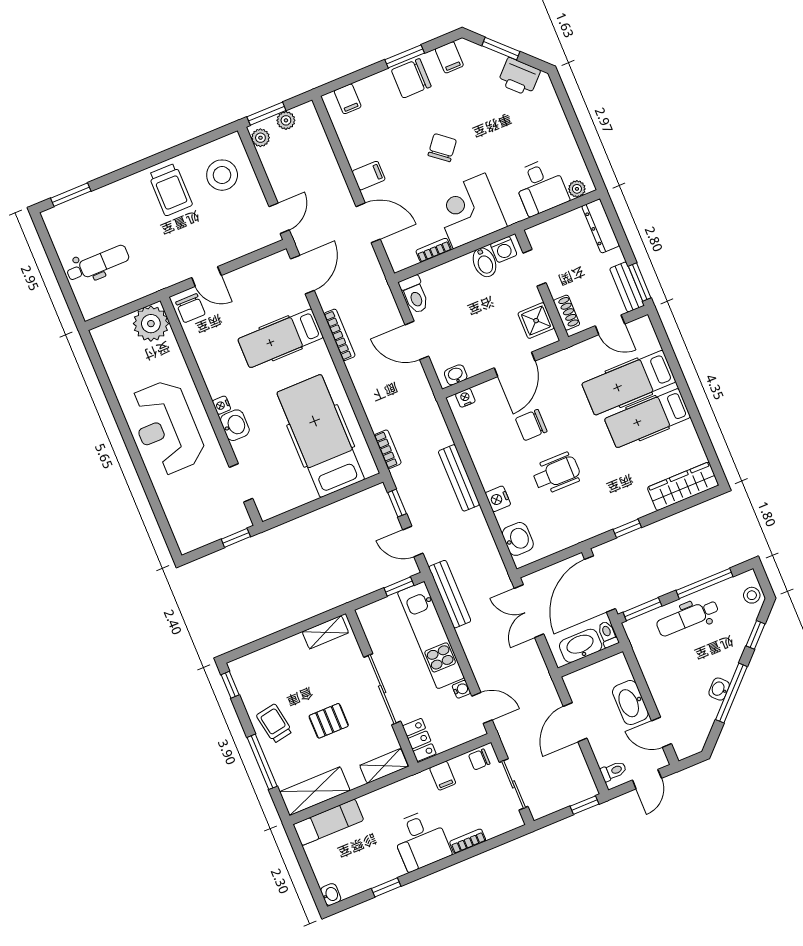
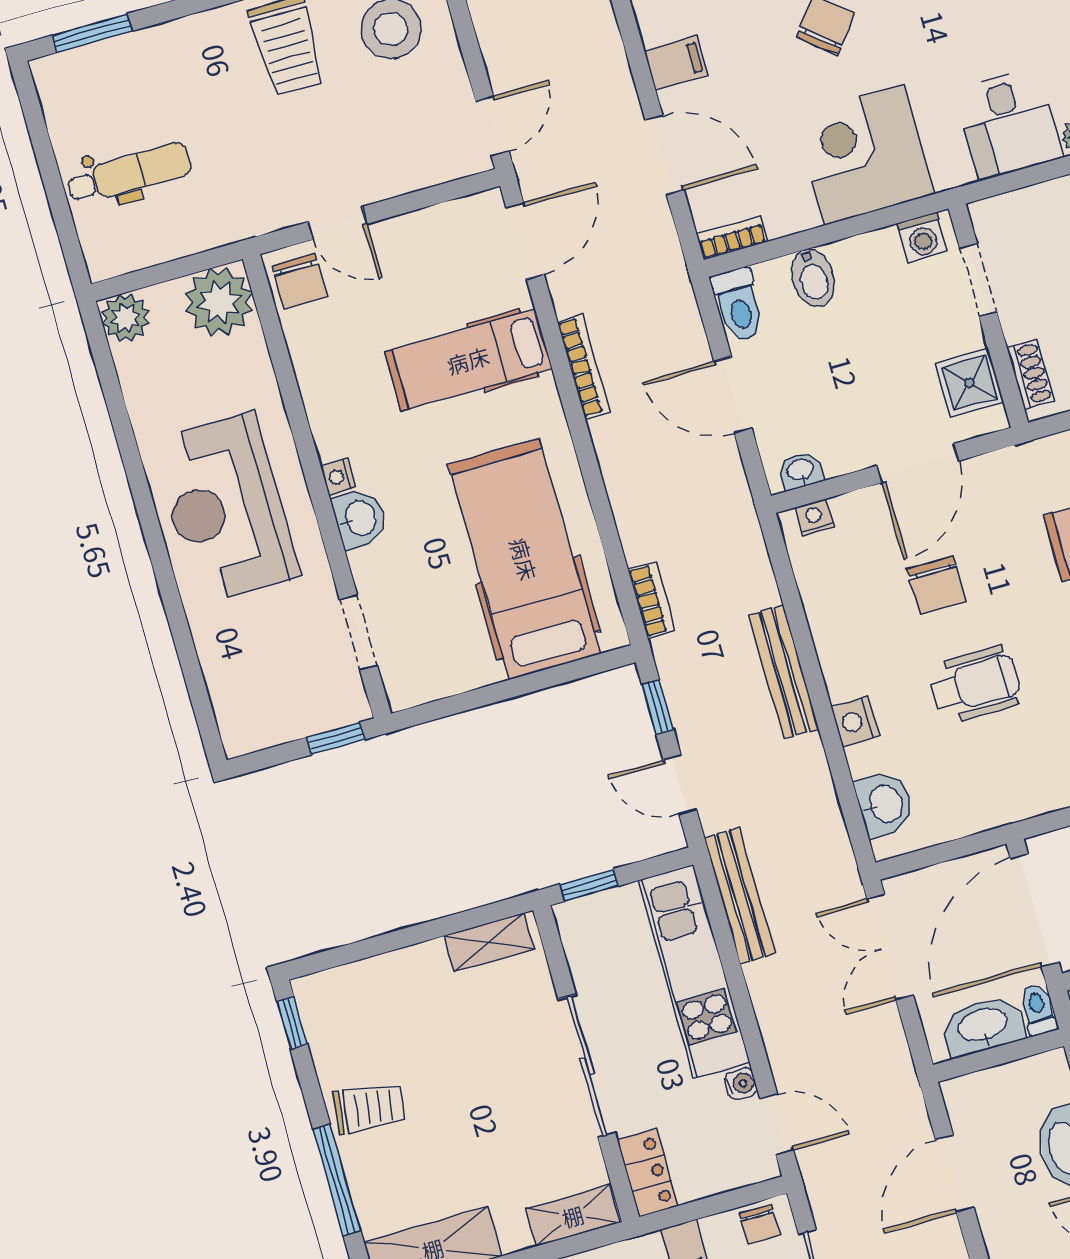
bookcase: (434, 250) -> (732, 238), moved
bidet: (484, 262) -> (813, 278), moved
plant: (104, 337) -> (126, 318), added
chair: (531, 425) -> (936, 585), turned -90
window: (399, 587) -> (589, 885), moved
pallet: (329, 721) -> (476, 1115), removed
trolley: (274, 723) -> (369, 1108), turned 107
chair: (479, 759) -> (760, 1224), turned -90

